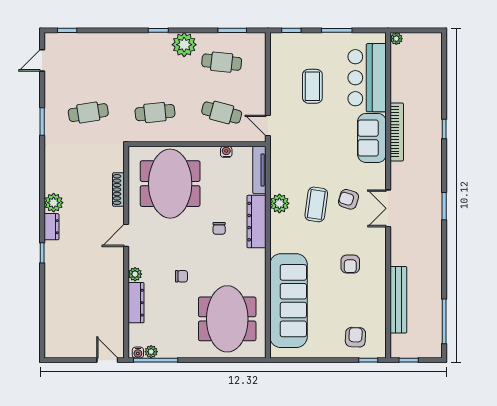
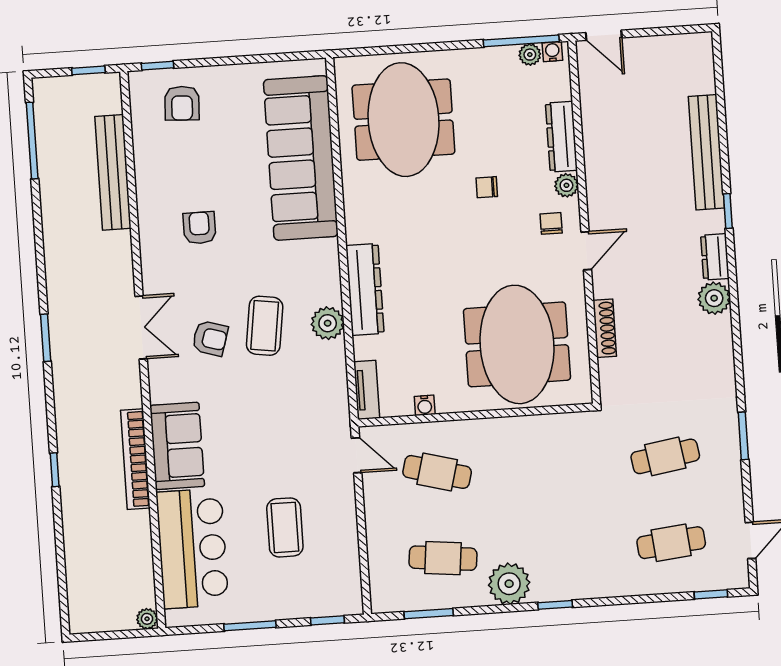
cafe table: (155, 113) -> (671, 543), moved
tv unit: (259, 170) -> (367, 390), width x0.71
chair: (219, 228) -> (551, 223), moved
bench: (52, 288) -> (706, 152), added

